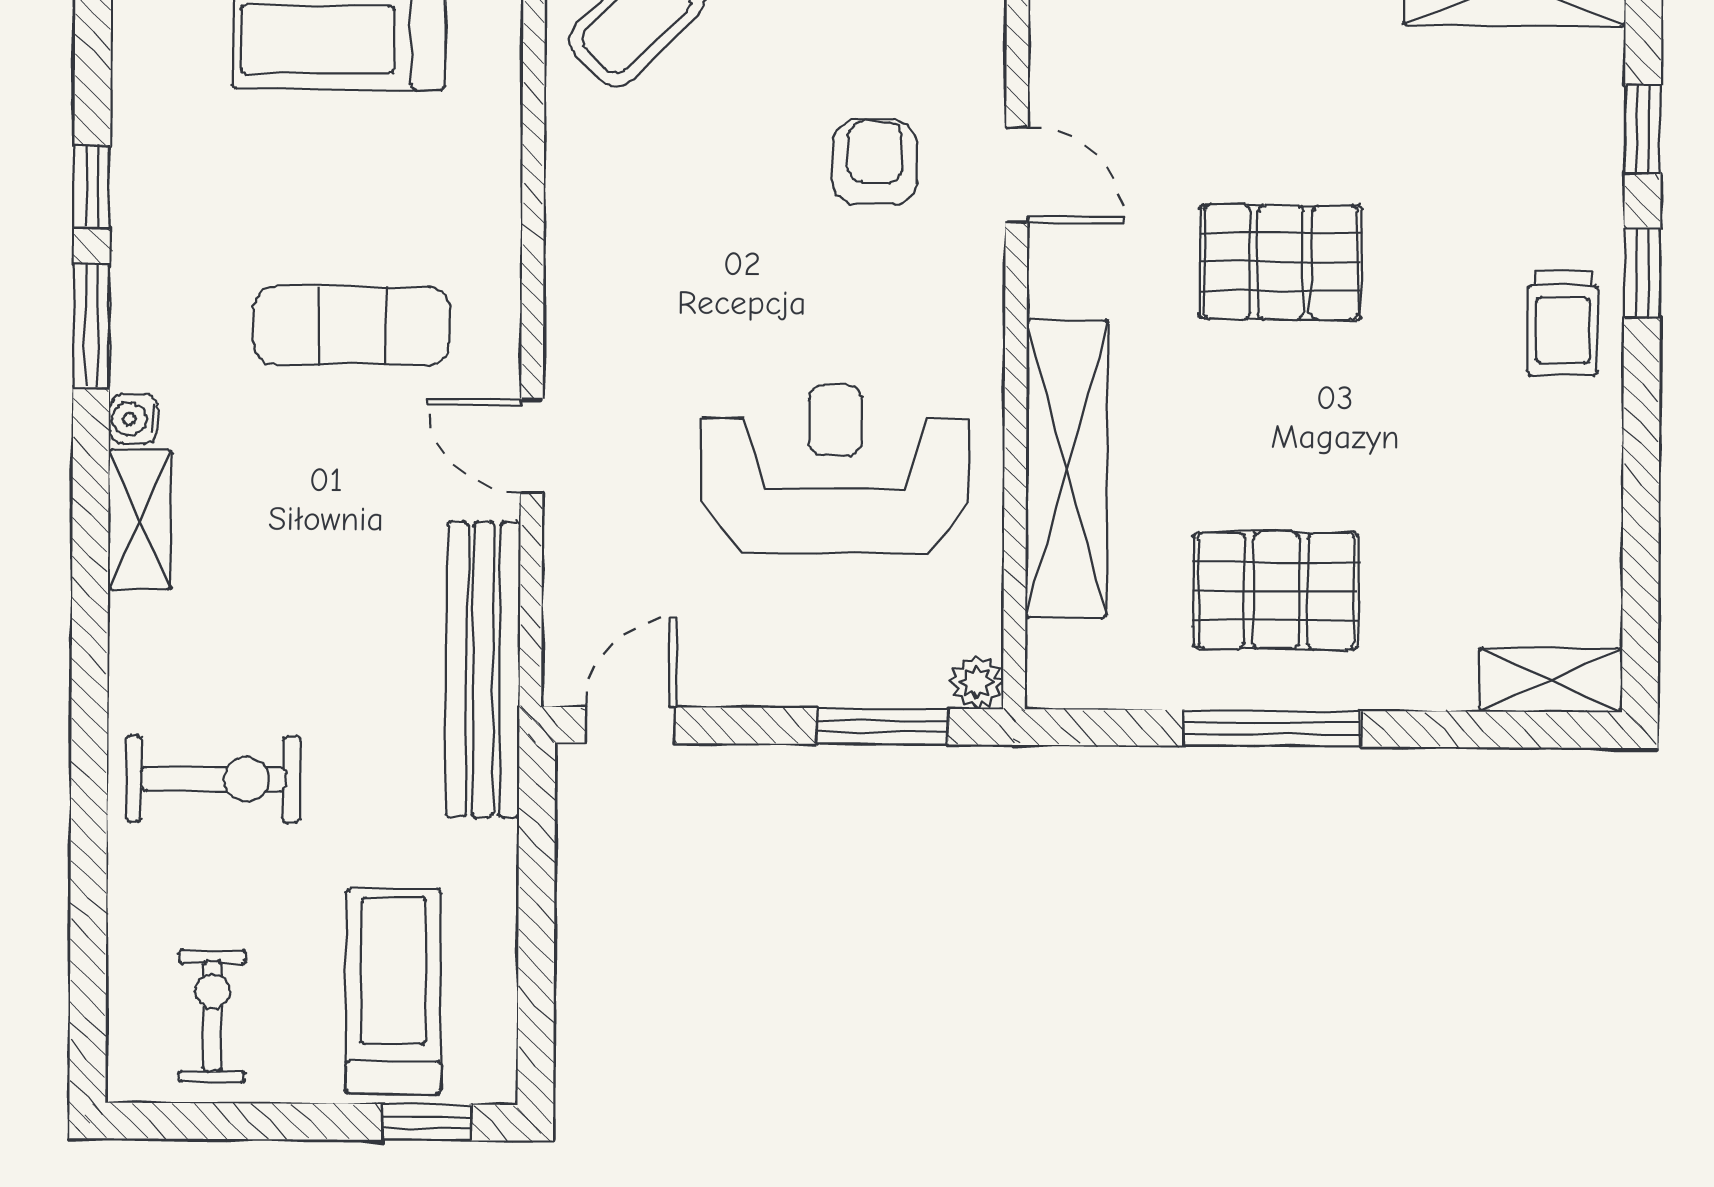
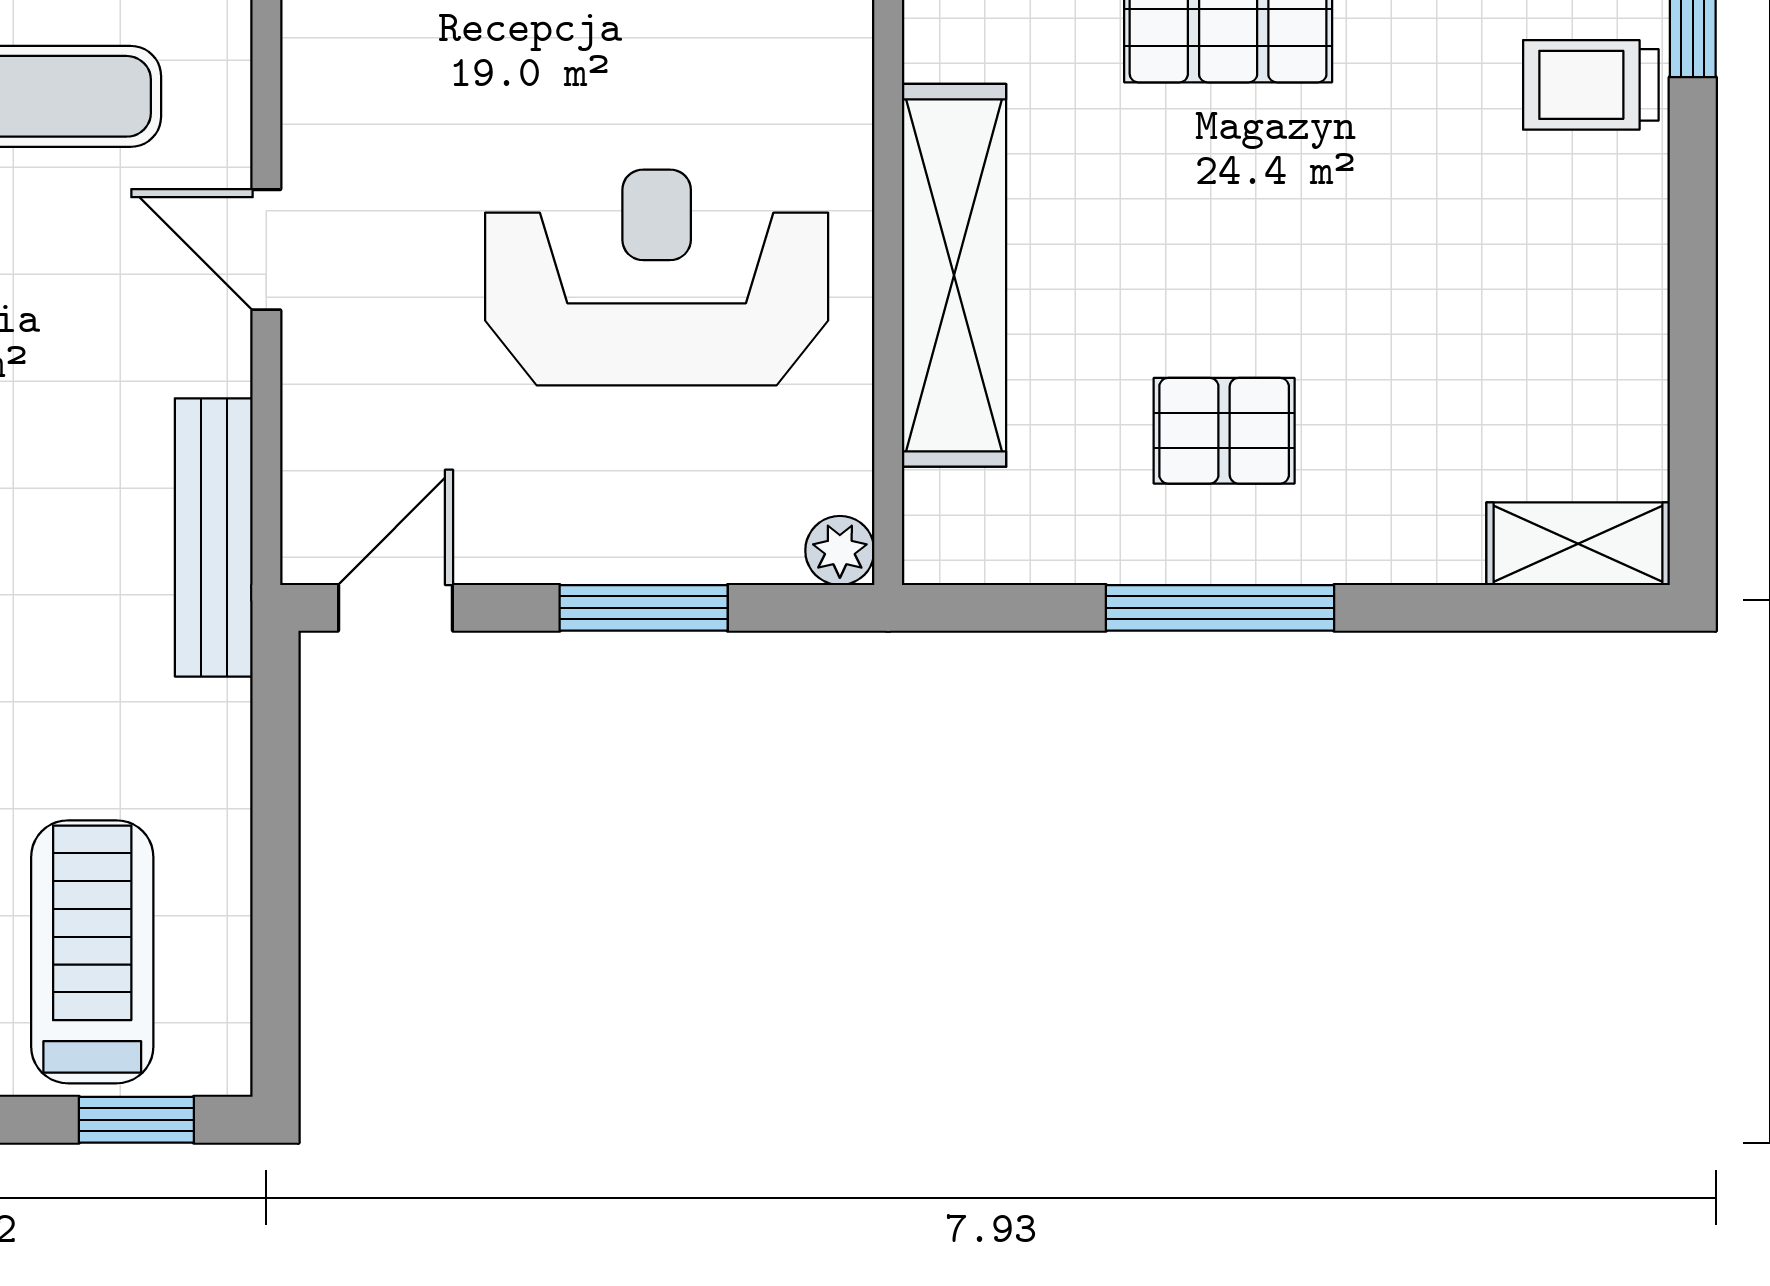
trolley: (1563, 323) -> (1591, 85), turned 90
pallet: (1276, 591) -> (1224, 431), width x0.67, depth x0.71
bench: (483, 669) -> (214, 537), width x0.73, depth x0.82
window: (883, 726) -> (644, 608), moved

